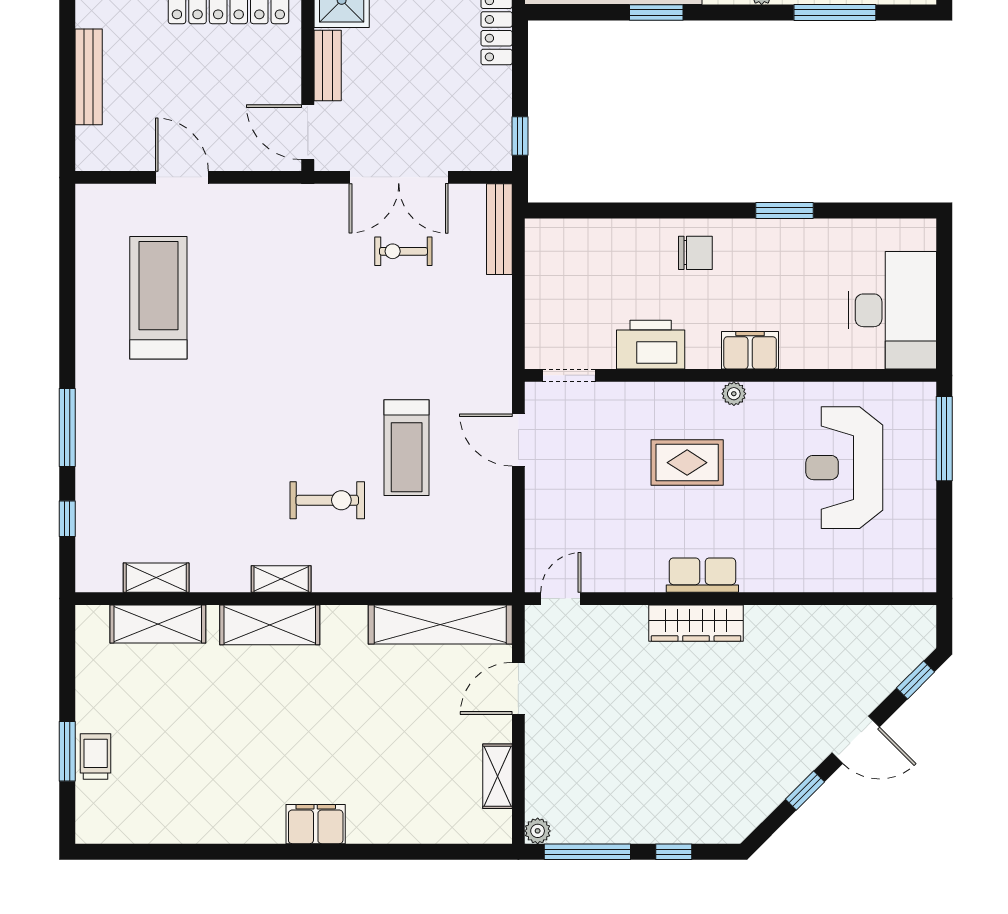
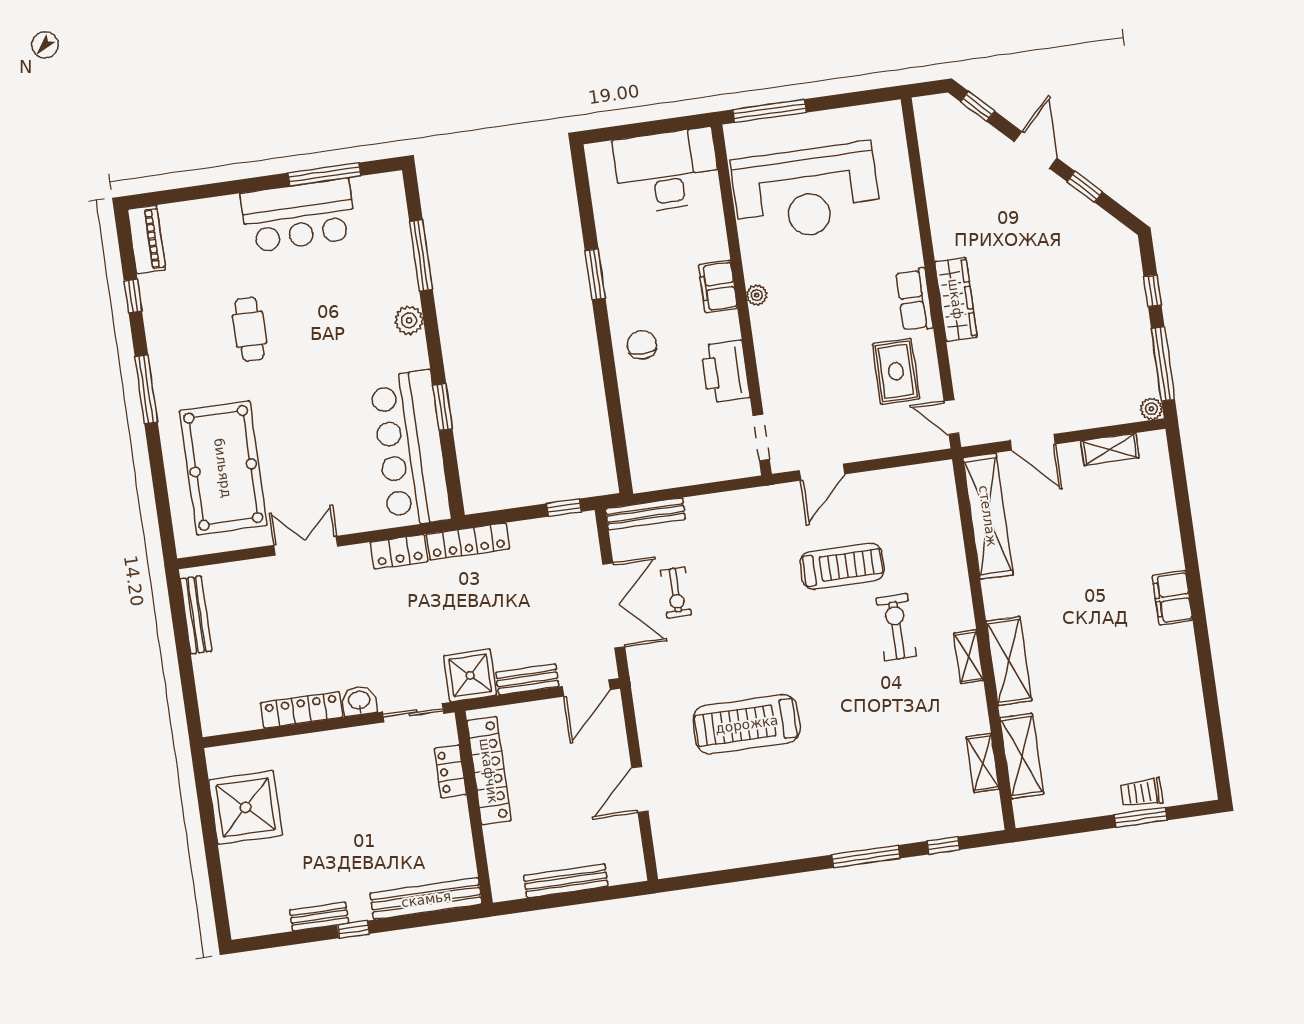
treadmill: (158, 298) -> (747, 724), moved
rug: (687, 463) -> (896, 371), moved
reception desk: (844, 468) -> (806, 192), width x1.36, depth x1.30

